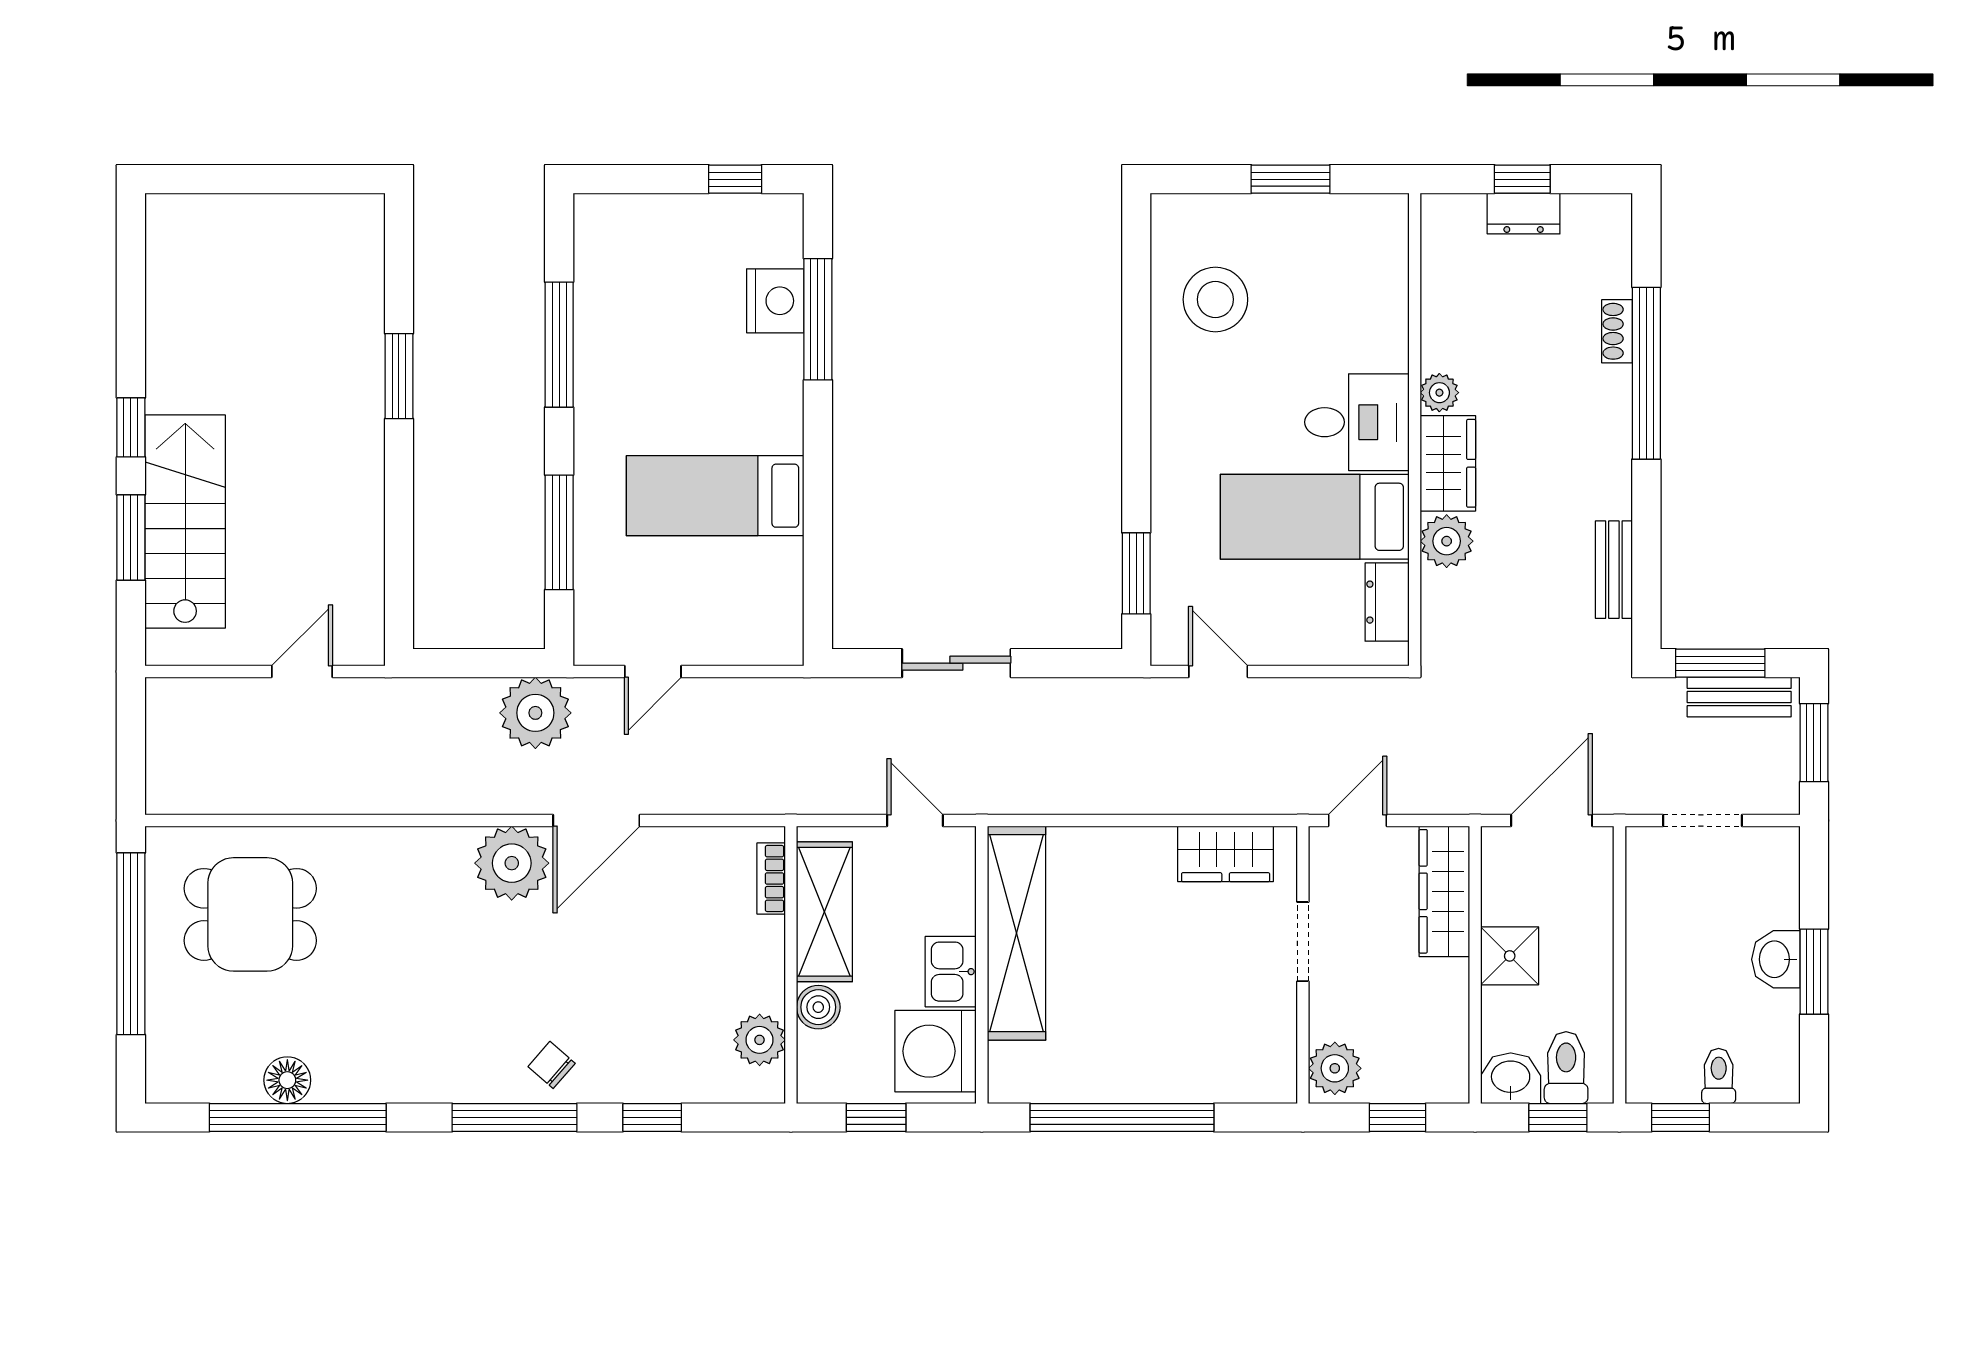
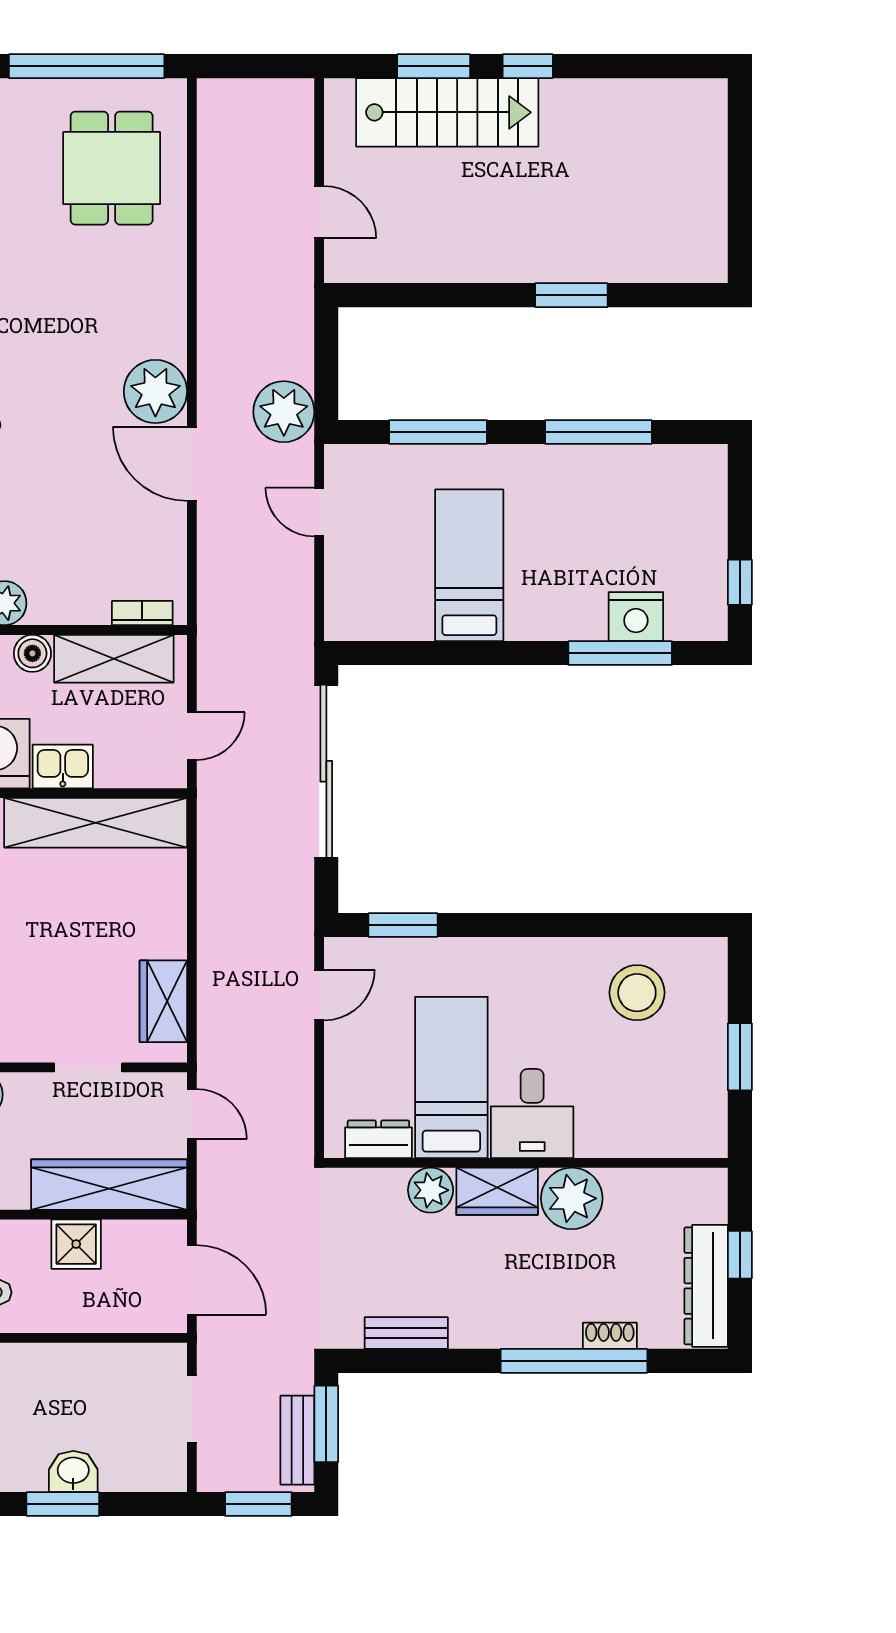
dresser: (1524, 214) -> (706, 1286), width x1.96, depth x1.24
plant: (1439, 393) -> (572, 1198), width x1.88, depth x1.88
sliding door: (956, 663) -> (326, 771), width x1.86
wardrobe: (1444, 891) -> (109, 1185), width x1.40, depth x1.17

